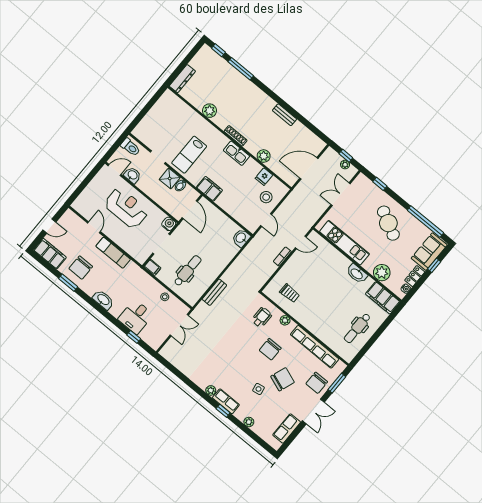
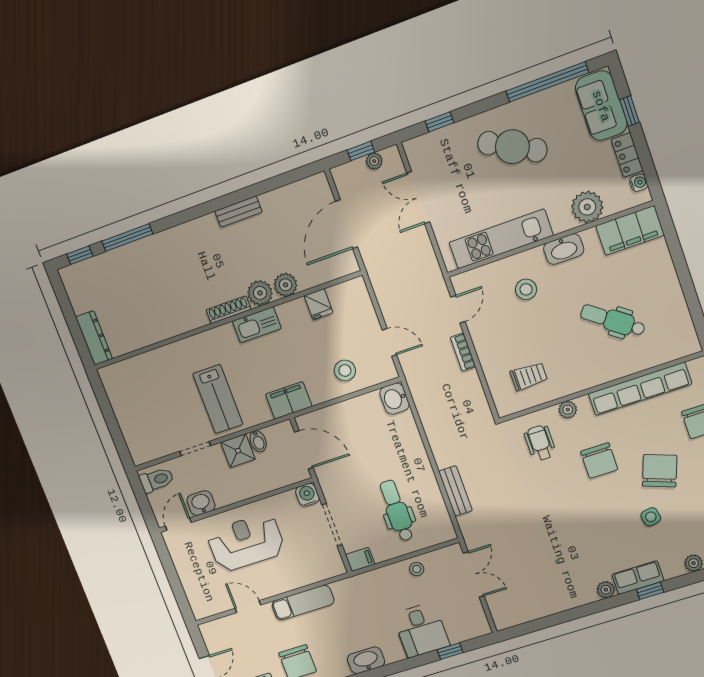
plant: (209, 111) -> (260, 293), moved
stool: (266, 197) -> (345, 371), moved
stool: (329, 268) -> (526, 289), added
dental chair: (357, 328) -> (613, 320), moved, turned 127

